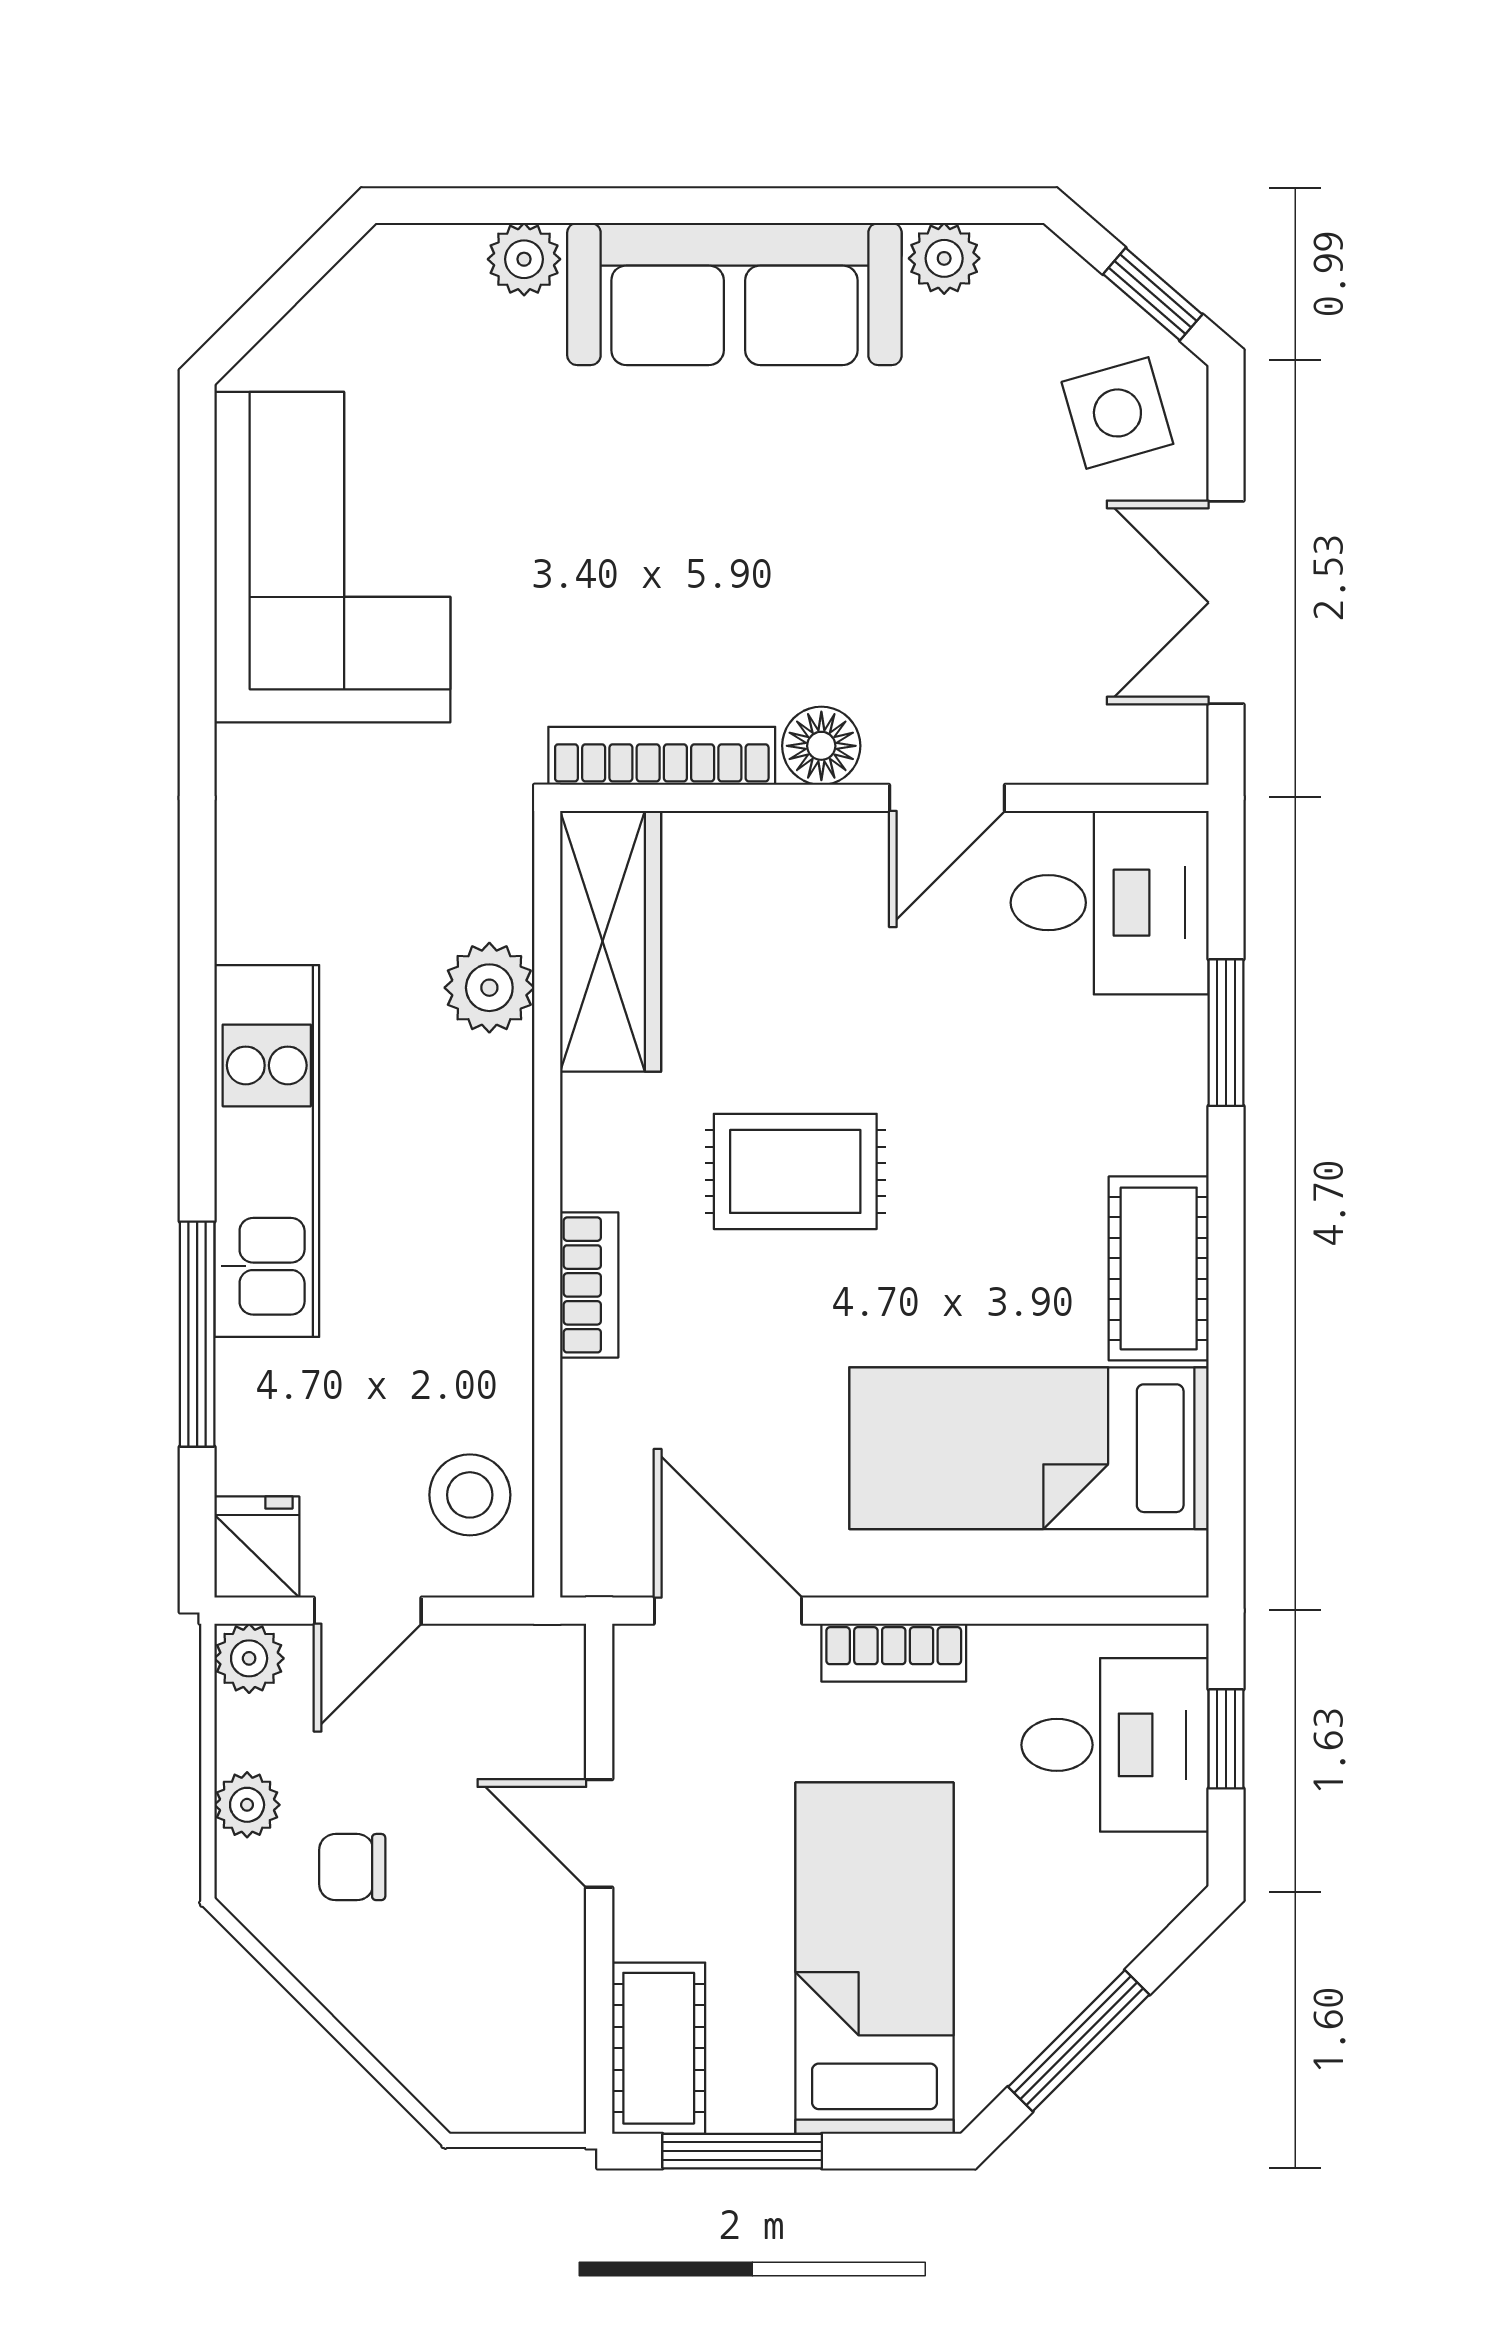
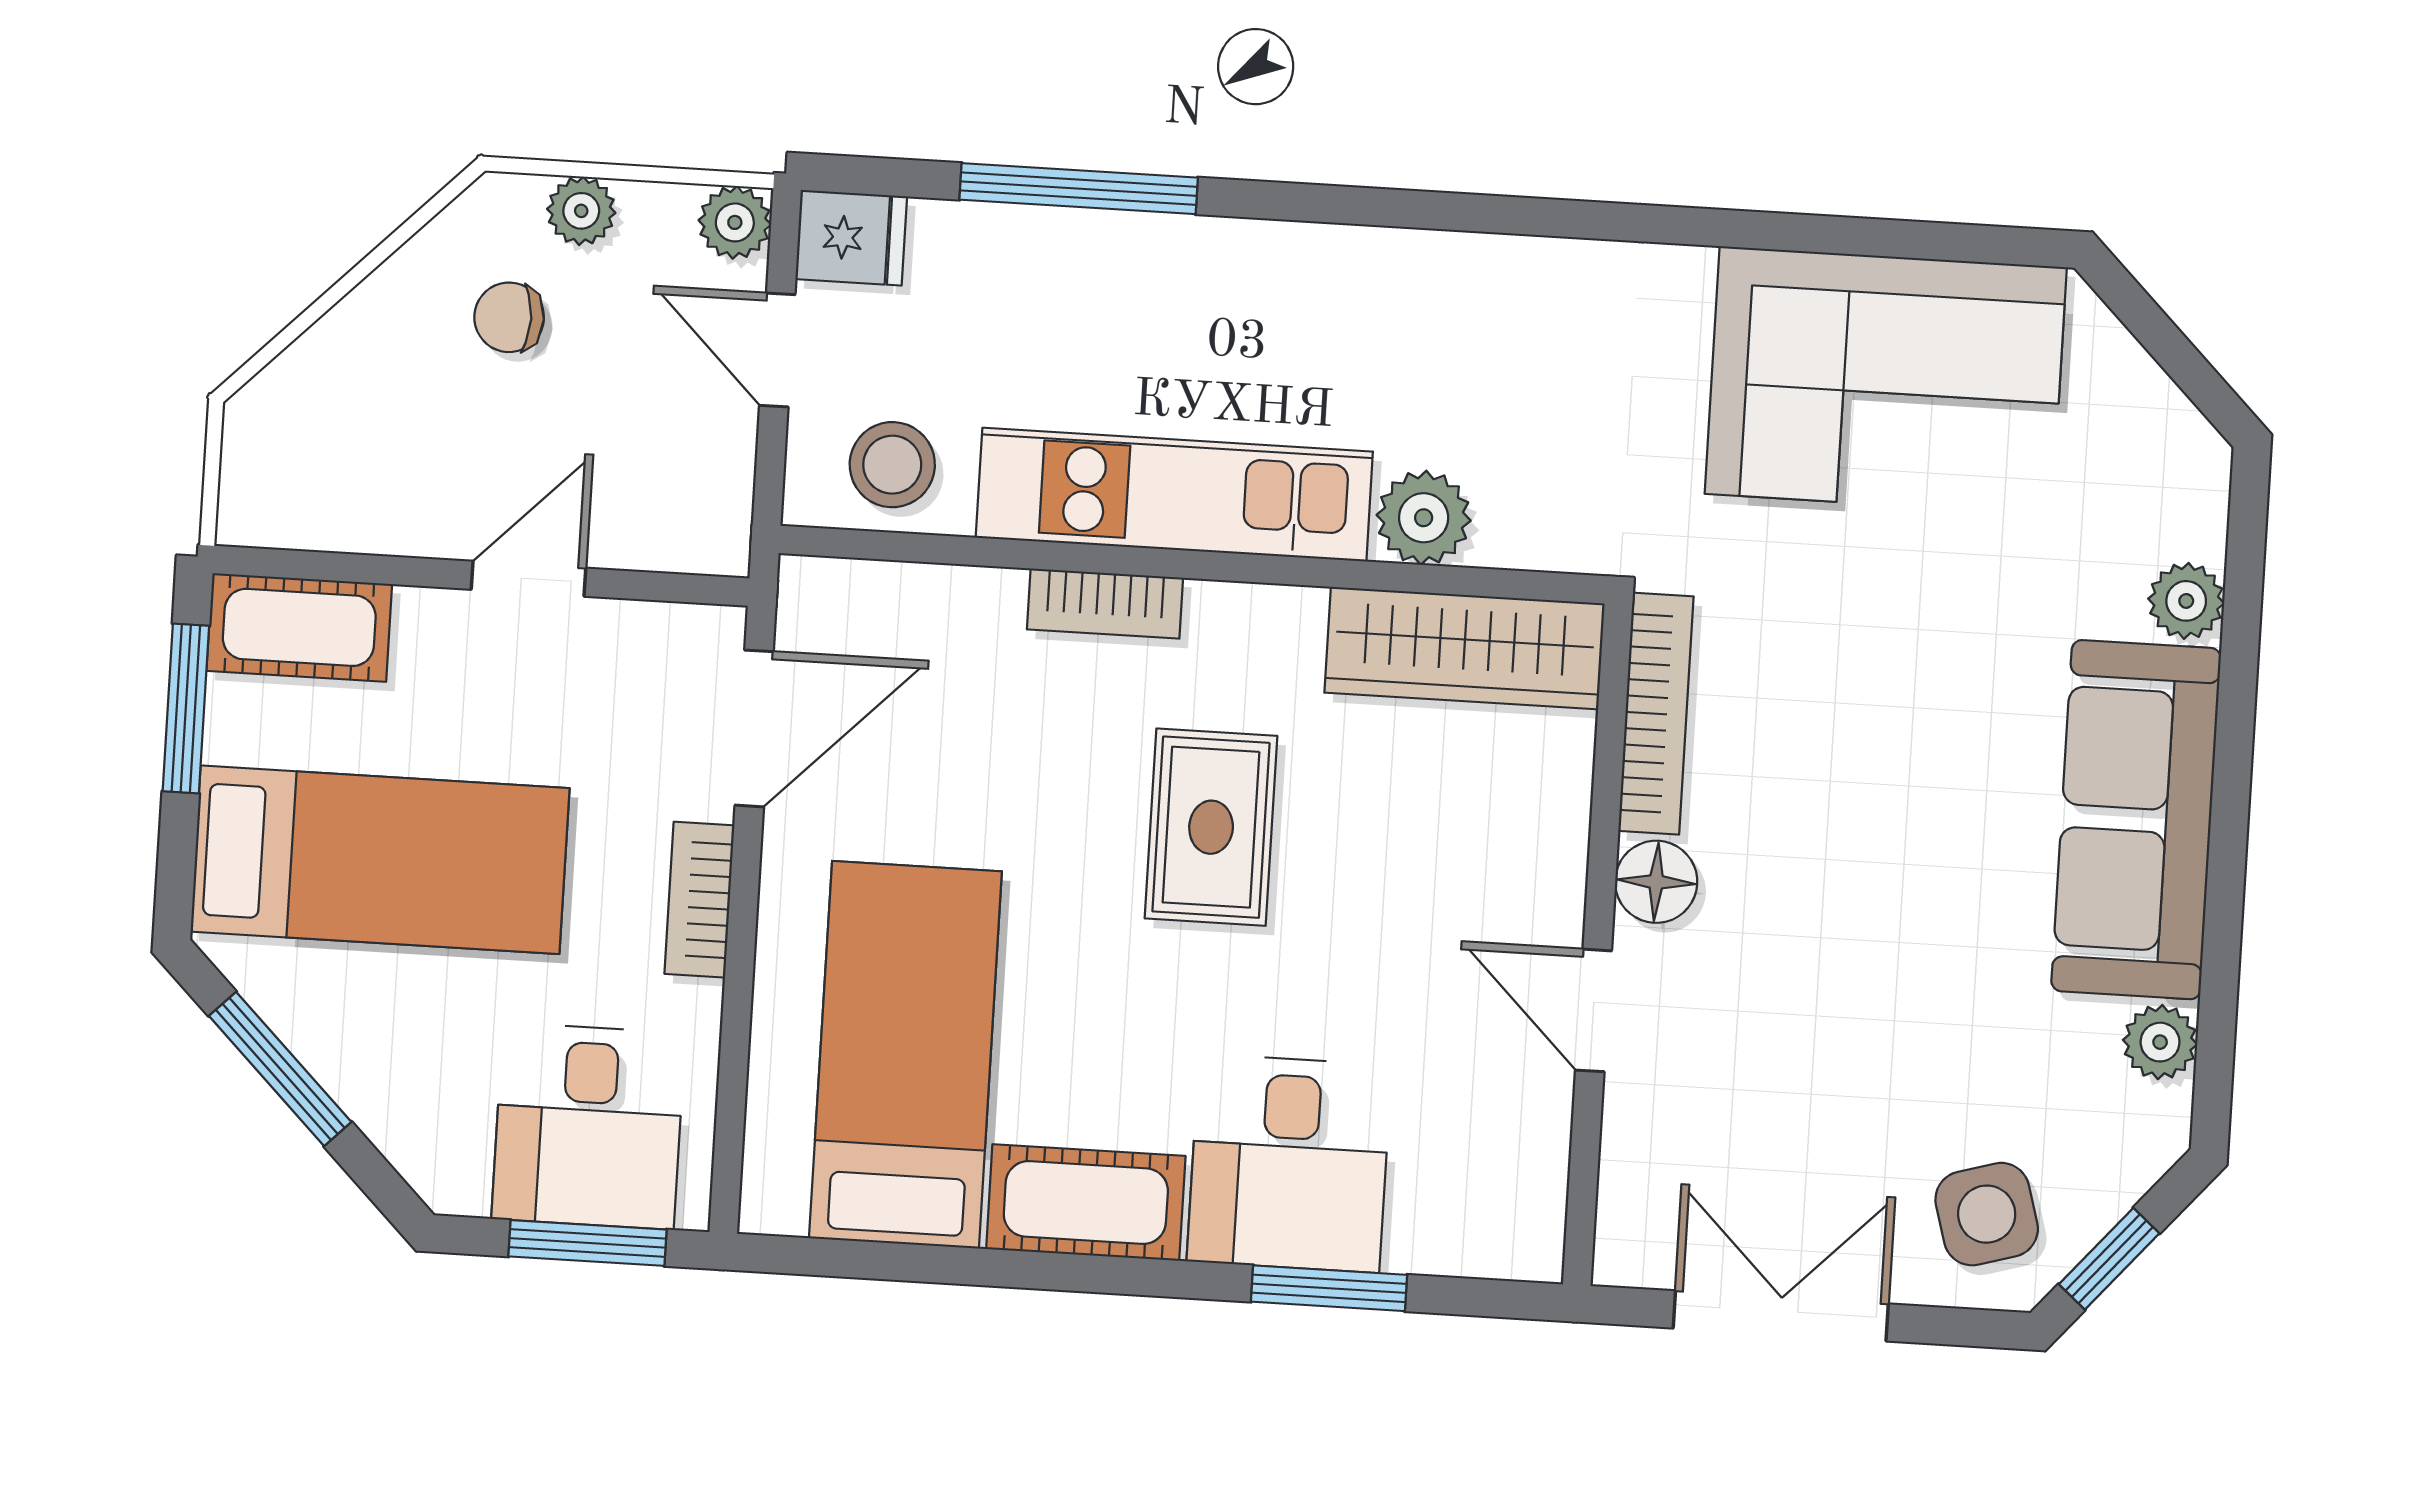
desk: (1110, 903) -> (1289, 1163), moved
kitchen unit: (267, 1151) -> (1174, 495), moved, turned 180
window: (1226, 1739) -> (588, 1243), width x1.50
chair: (352, 1867) -> (509, 317), turned -90

